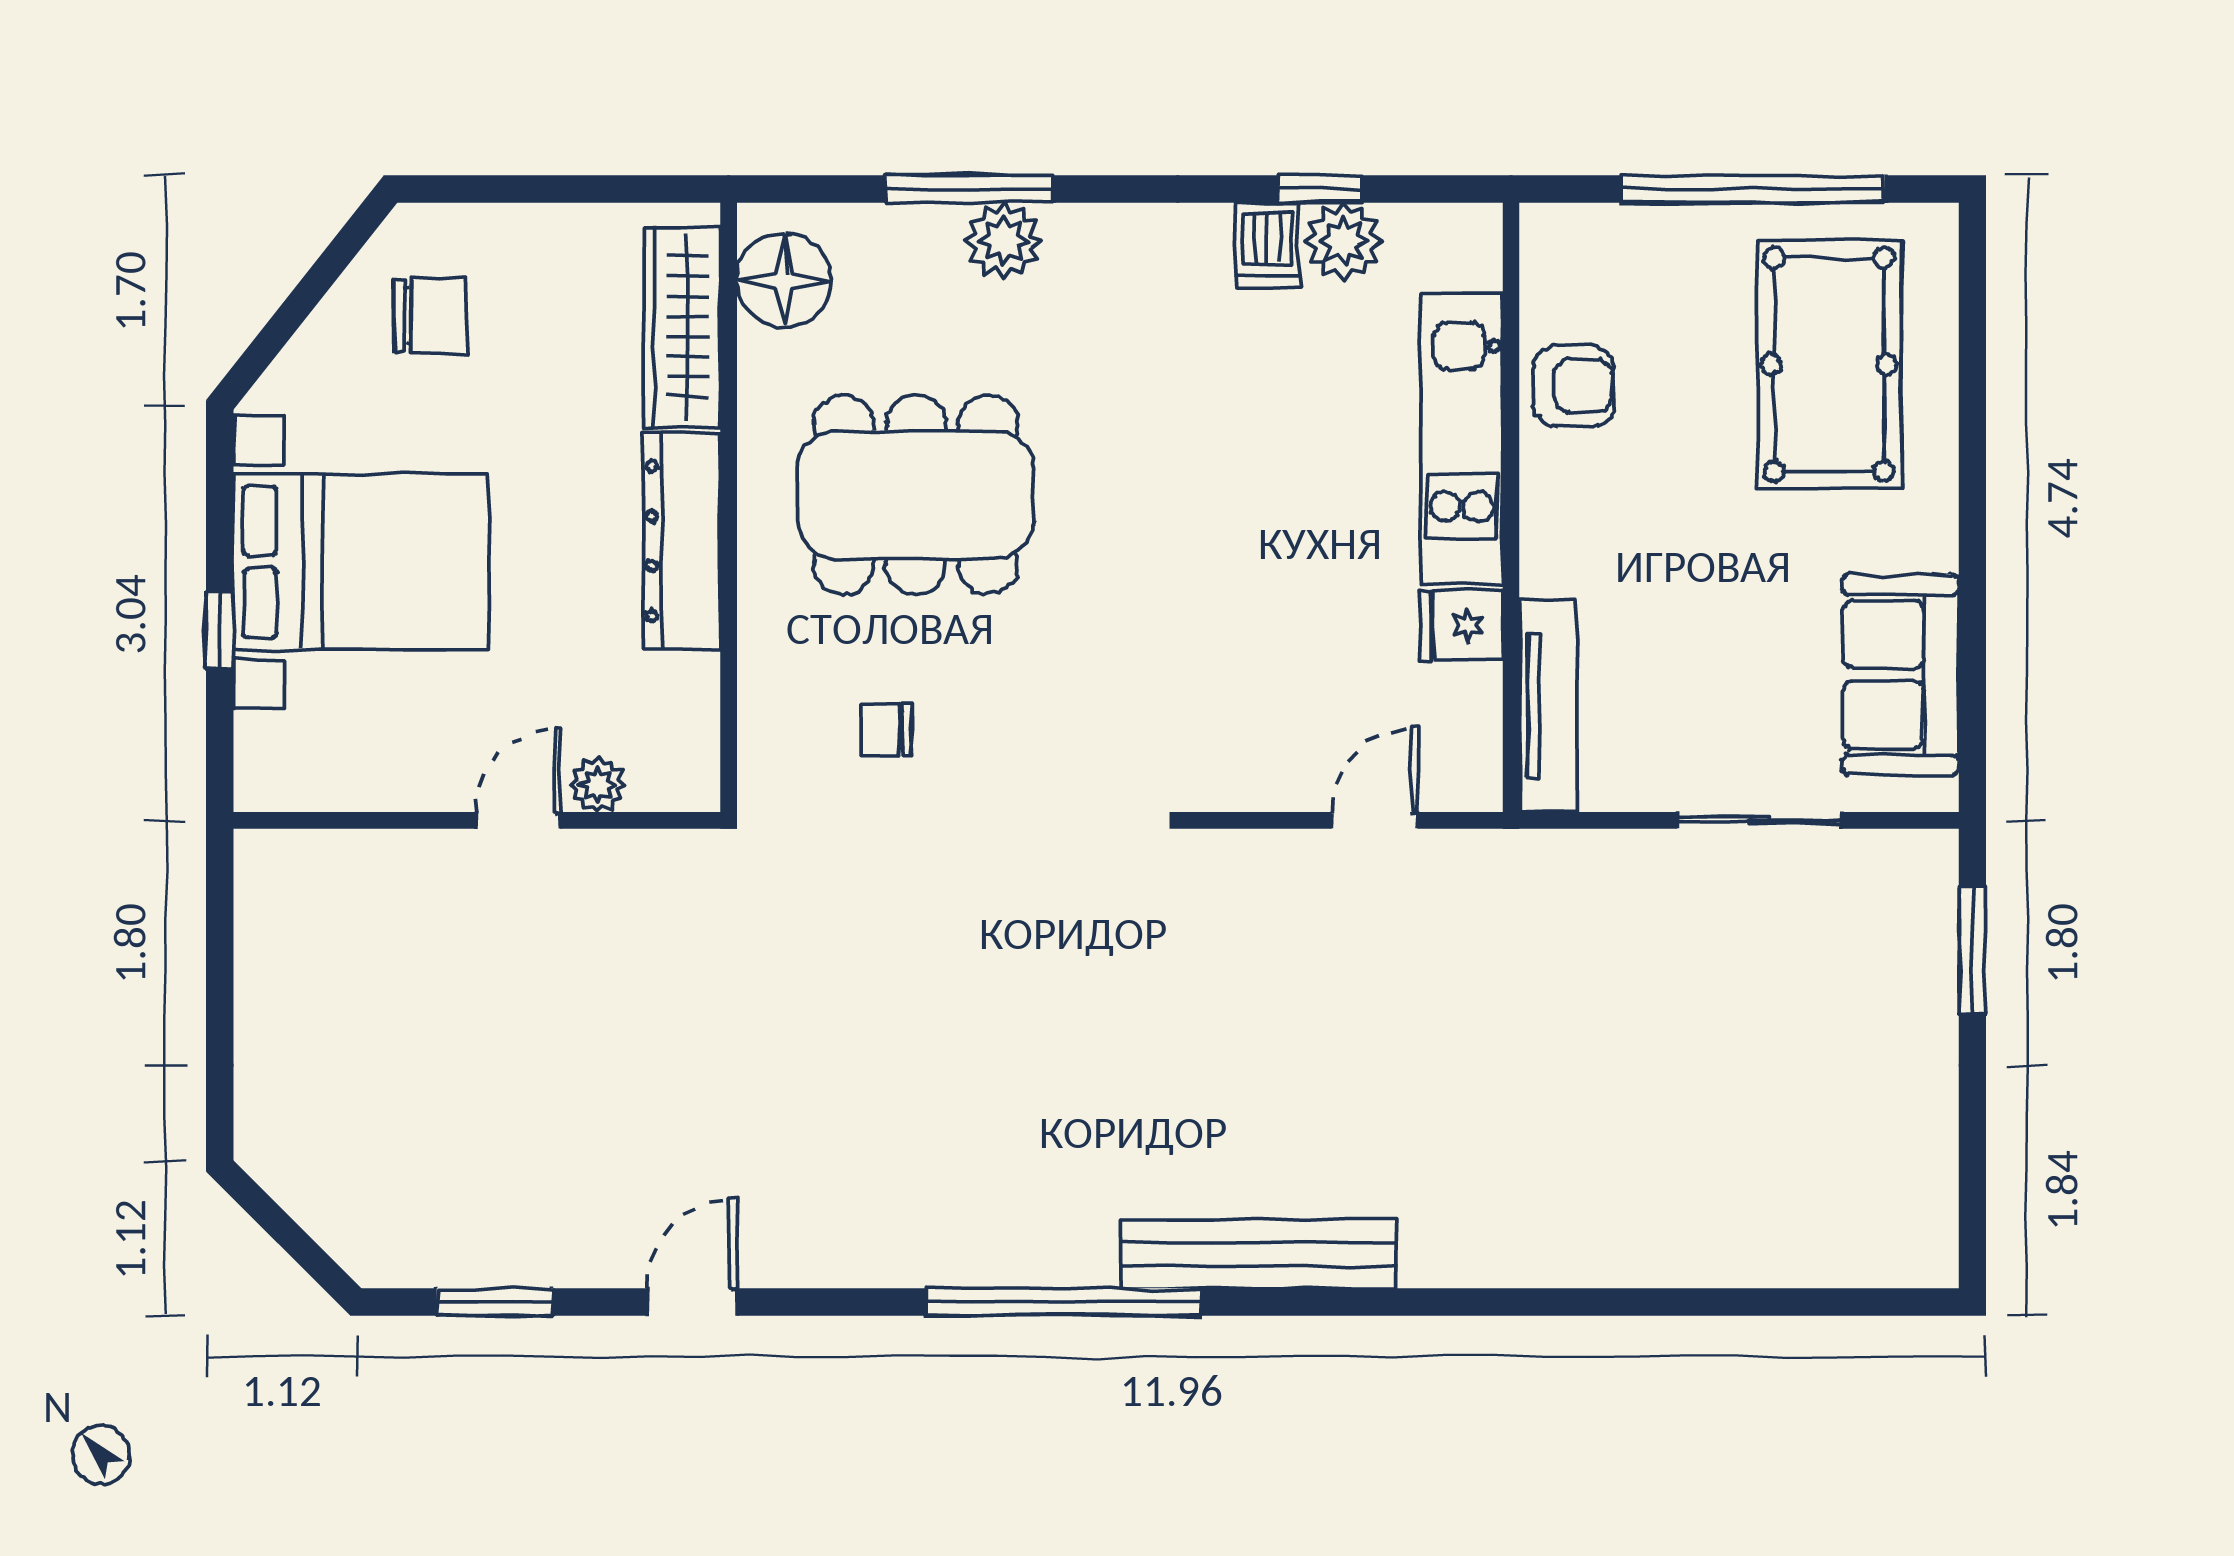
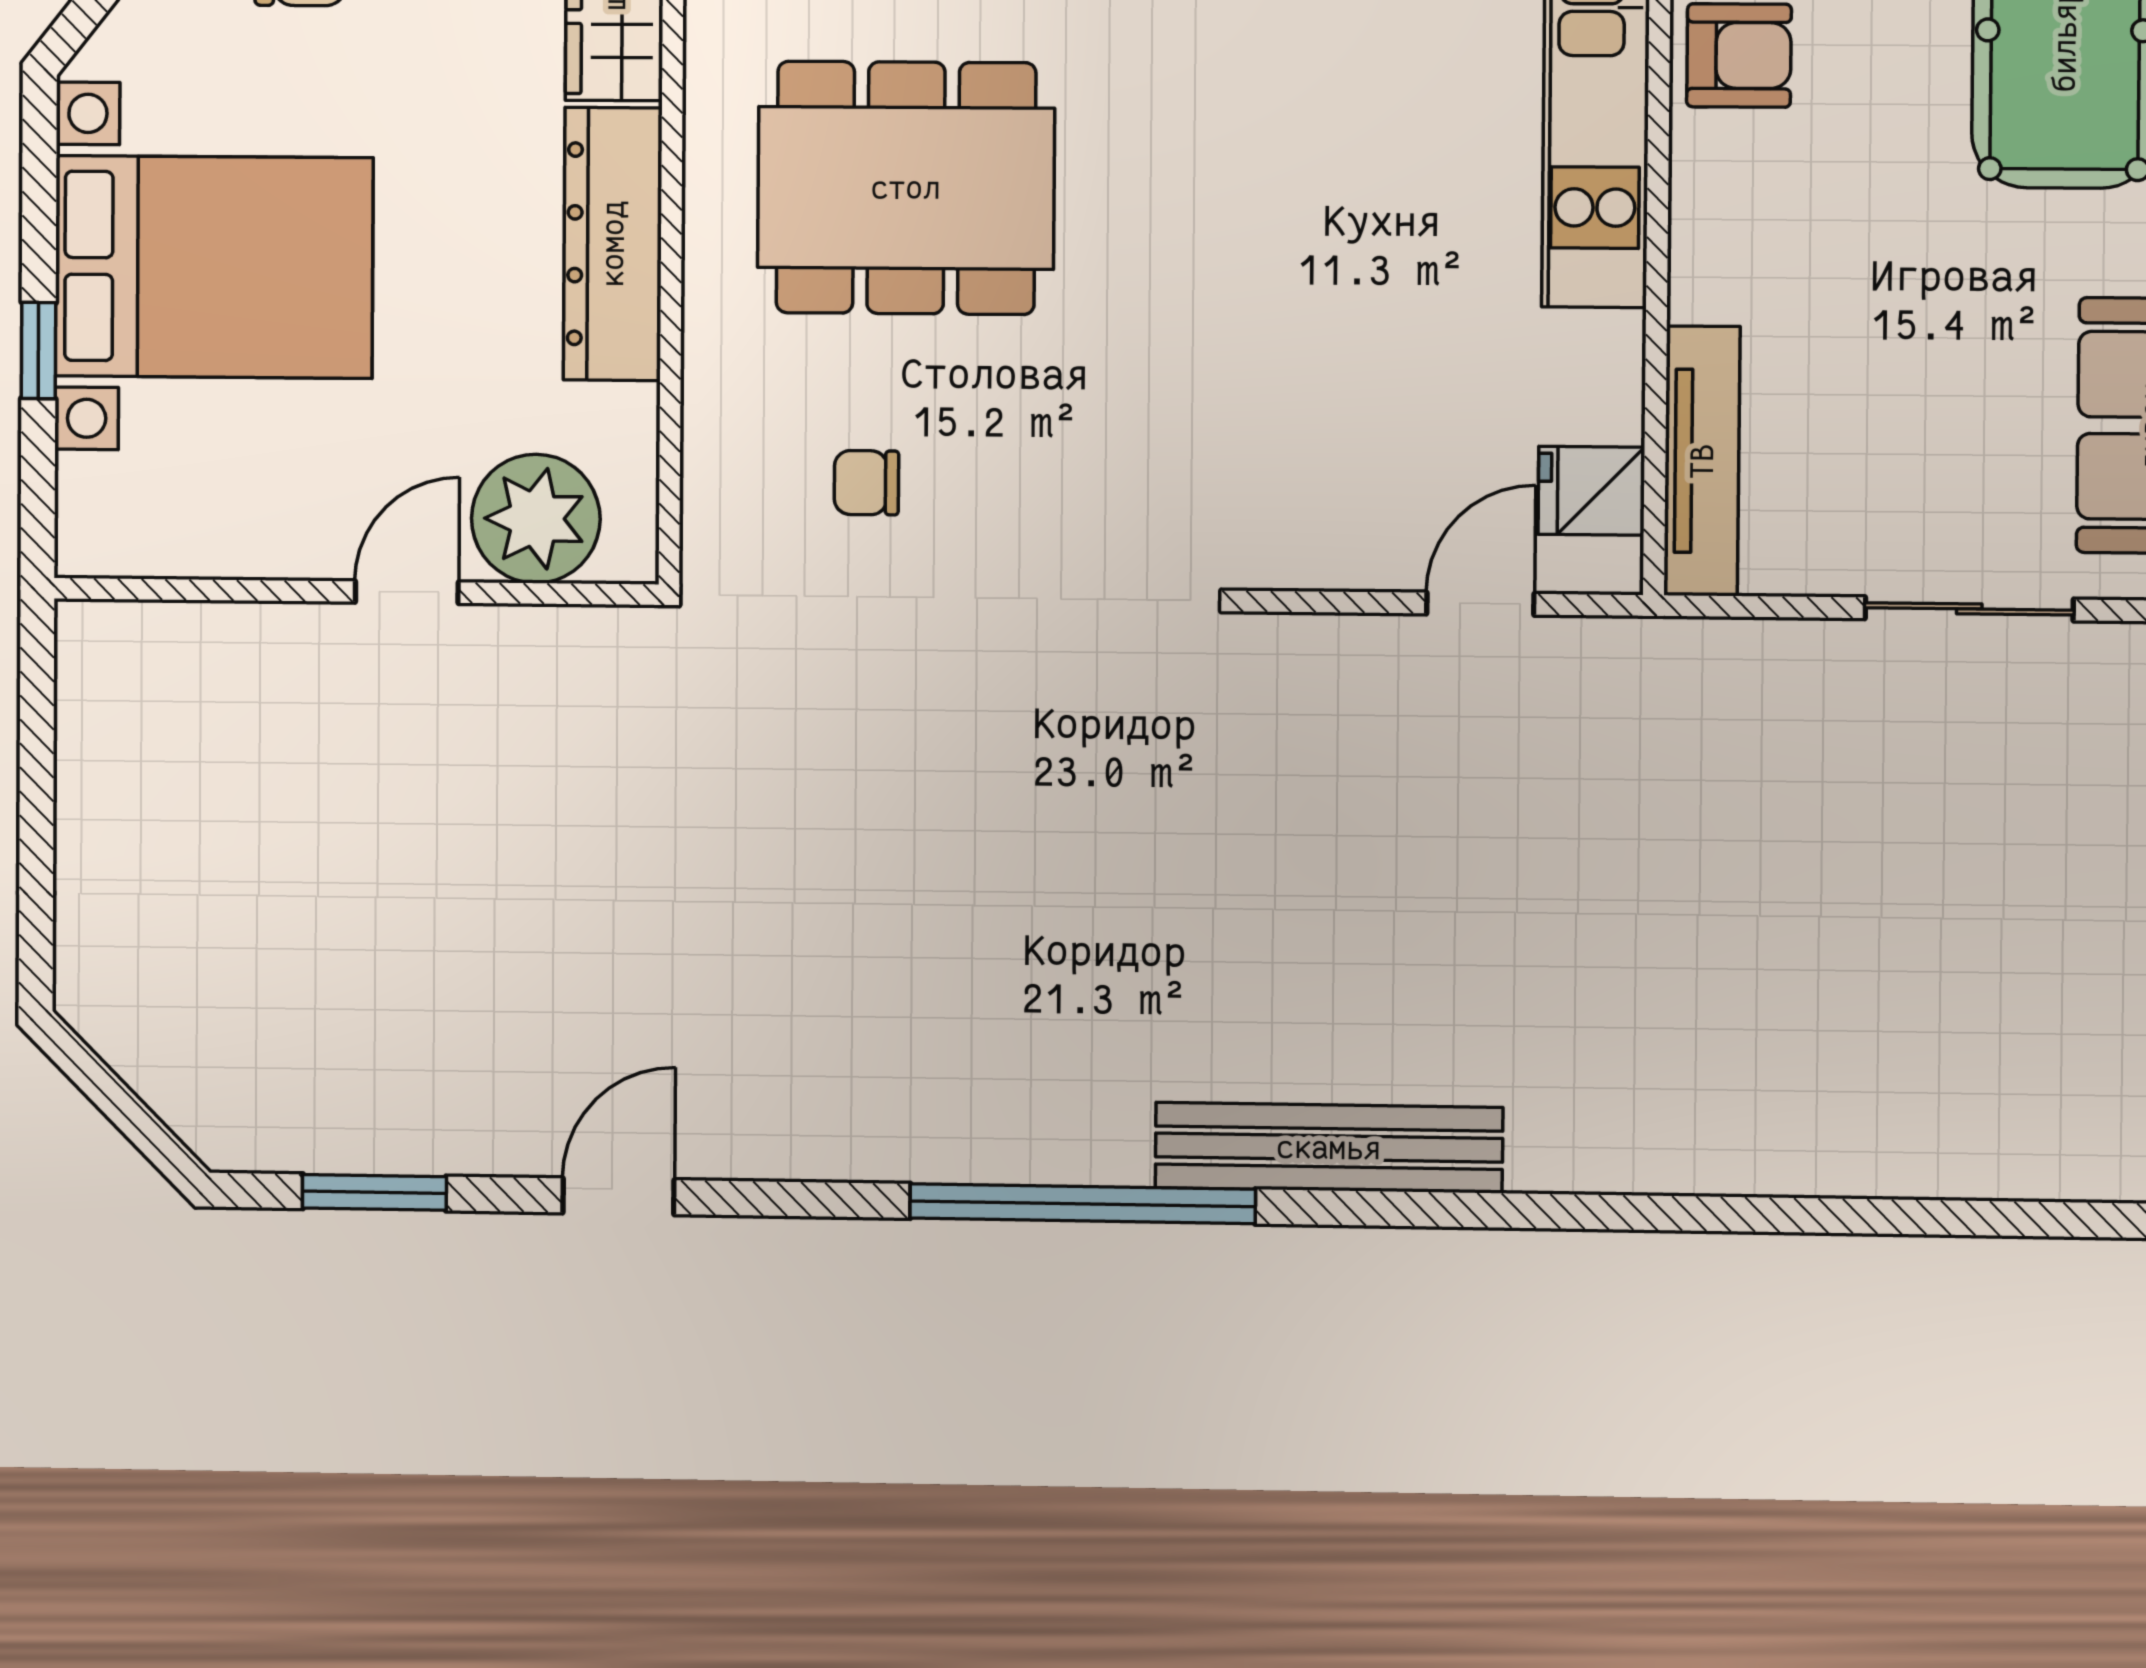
fridge: (1461, 626) -> (1591, 491), moved
plant: (597, 785) -> (536, 519), width x1.87, depth x1.87

